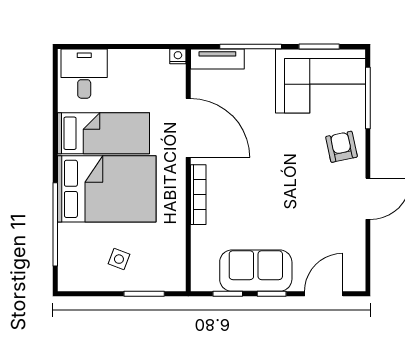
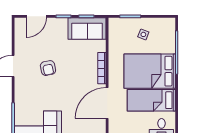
door: (188, 128) -> (107, 103), hinge flipped
armchair: (341, 147) -> (48, 68), moved
sofa: (256, 271) -> (87, 28), moved

